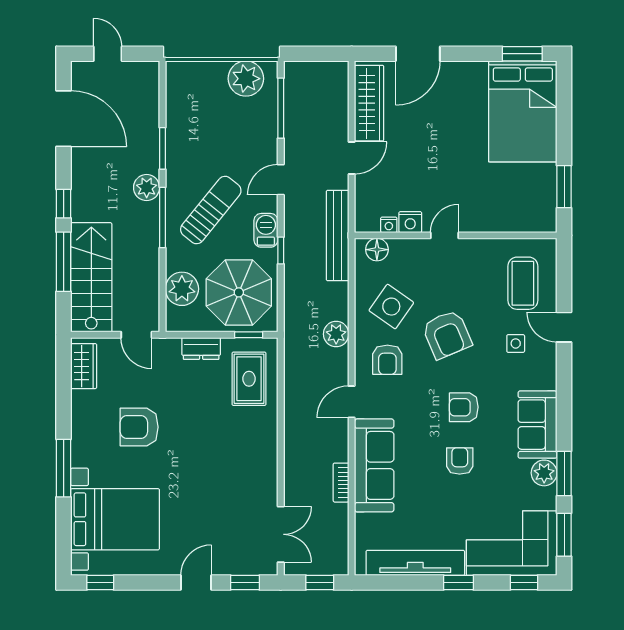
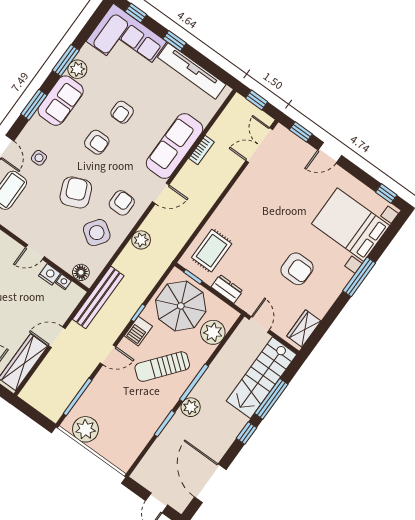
window: (564, 535) -> (34, 105), moved

